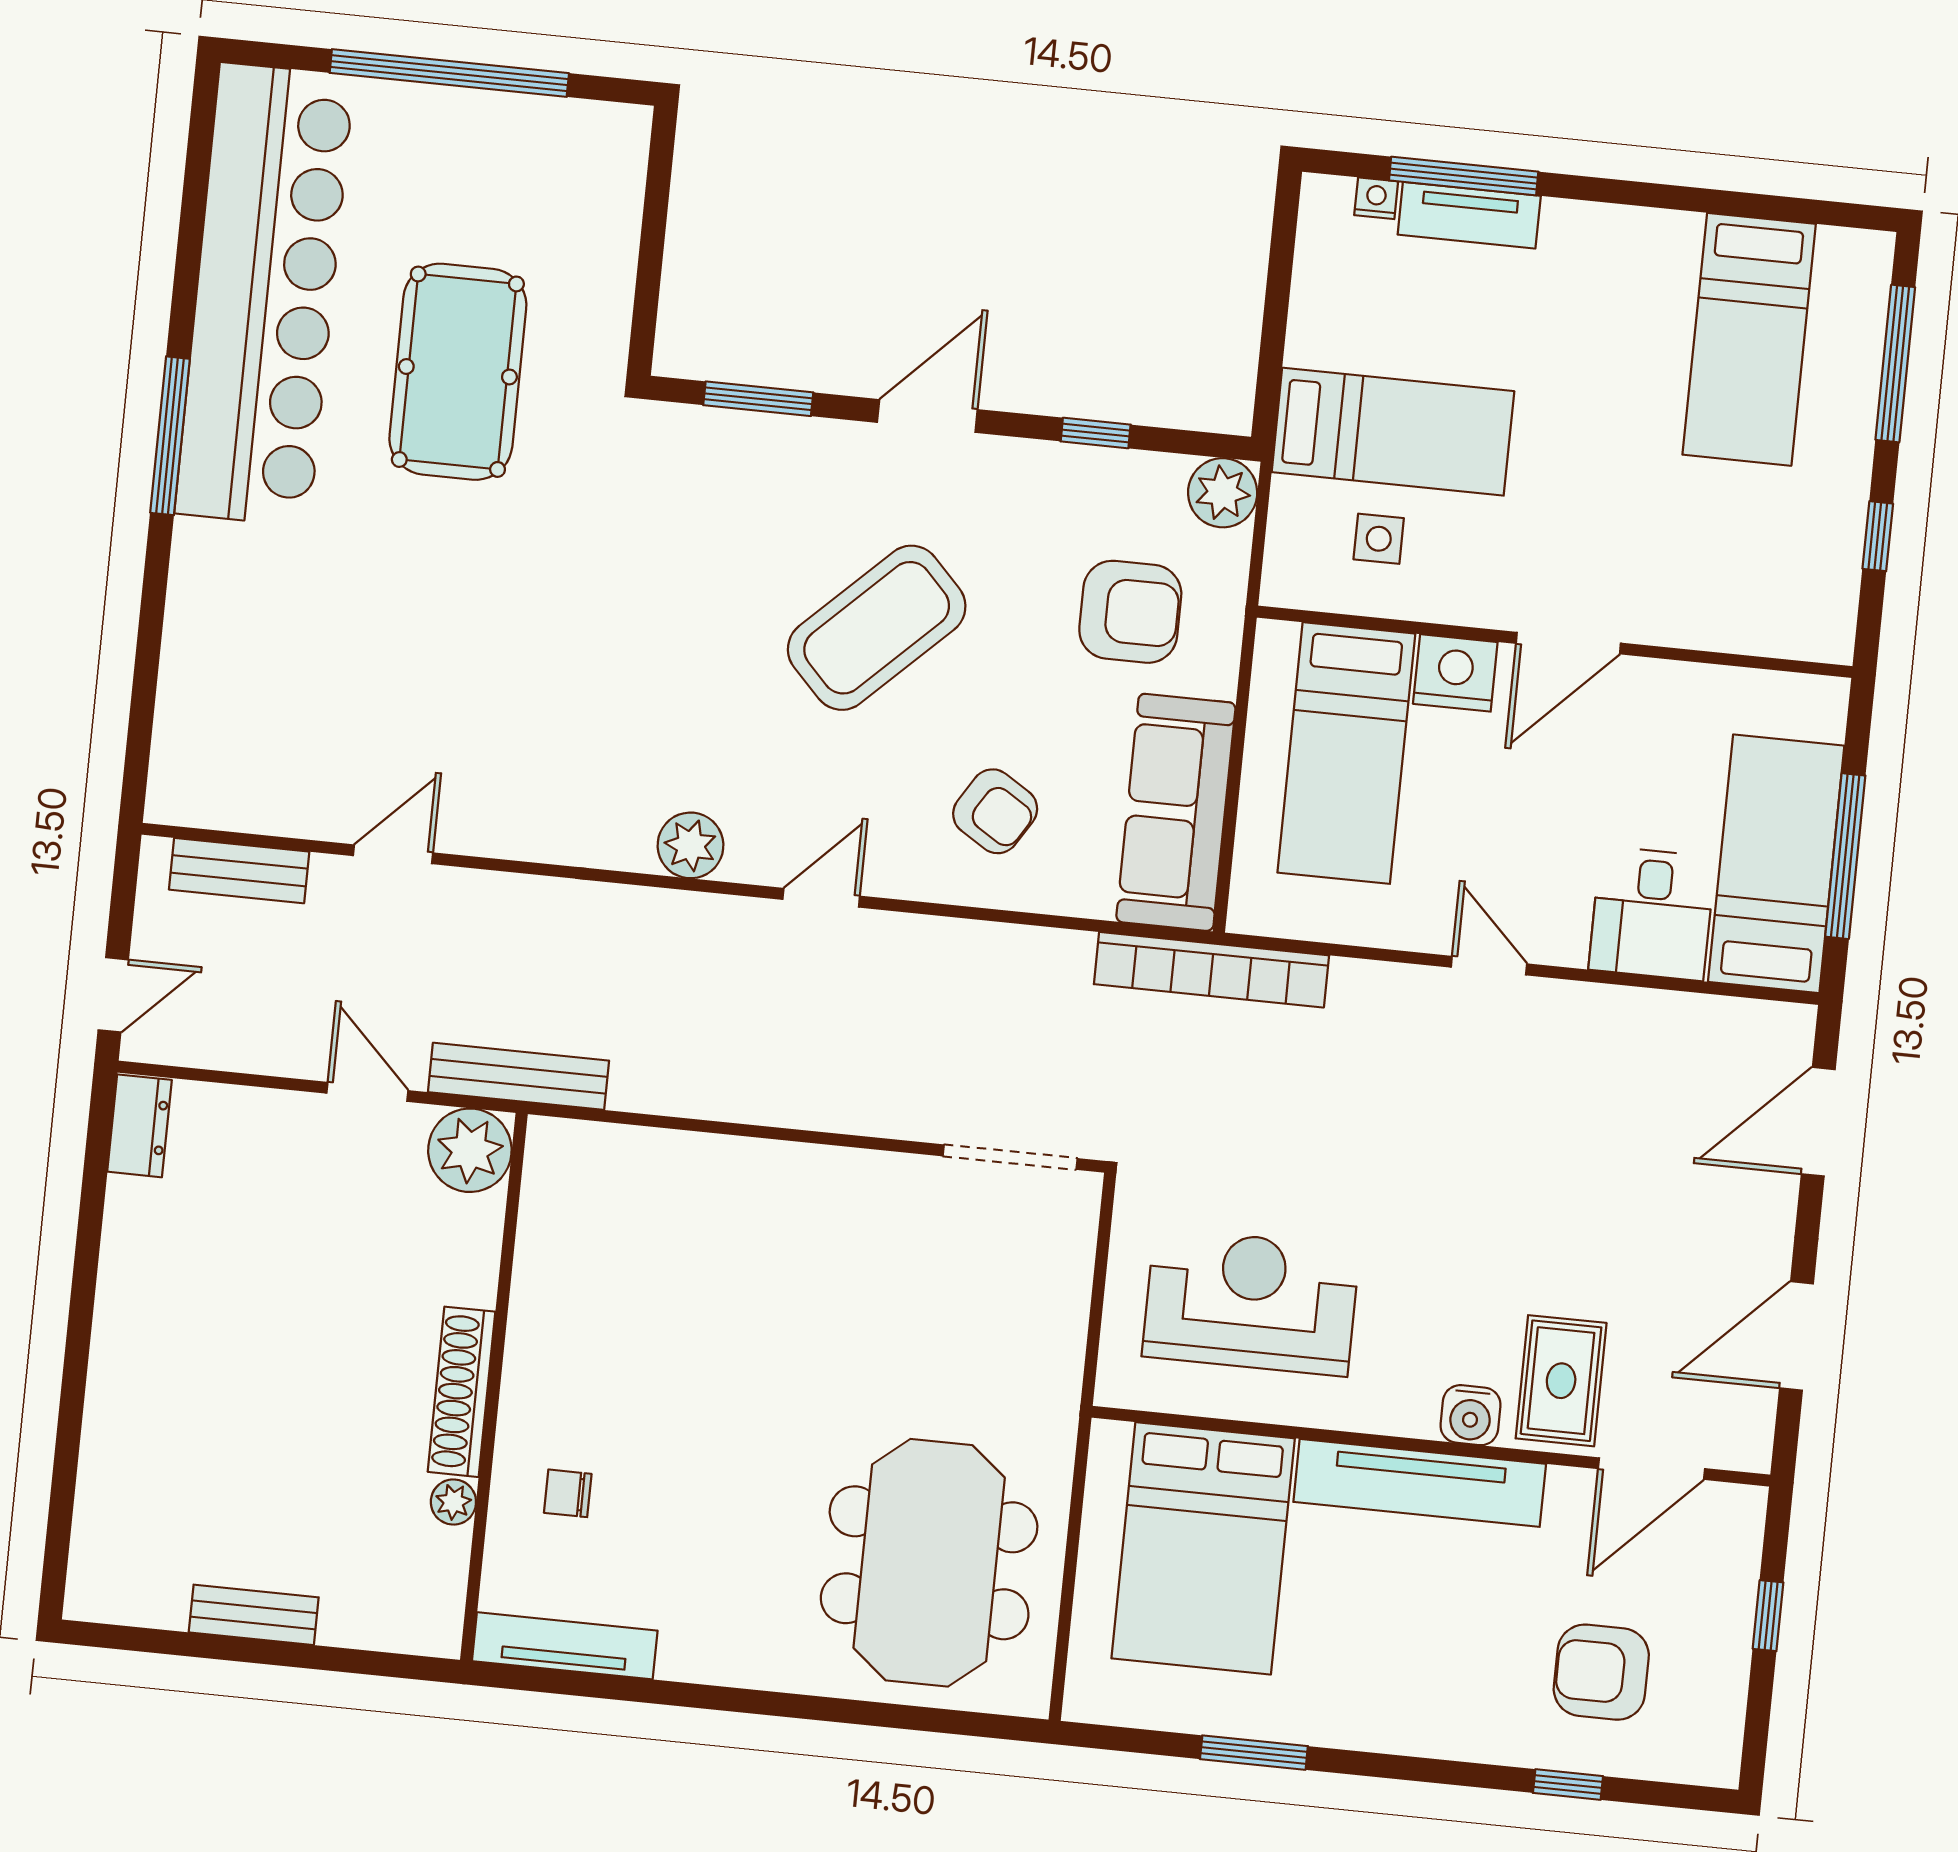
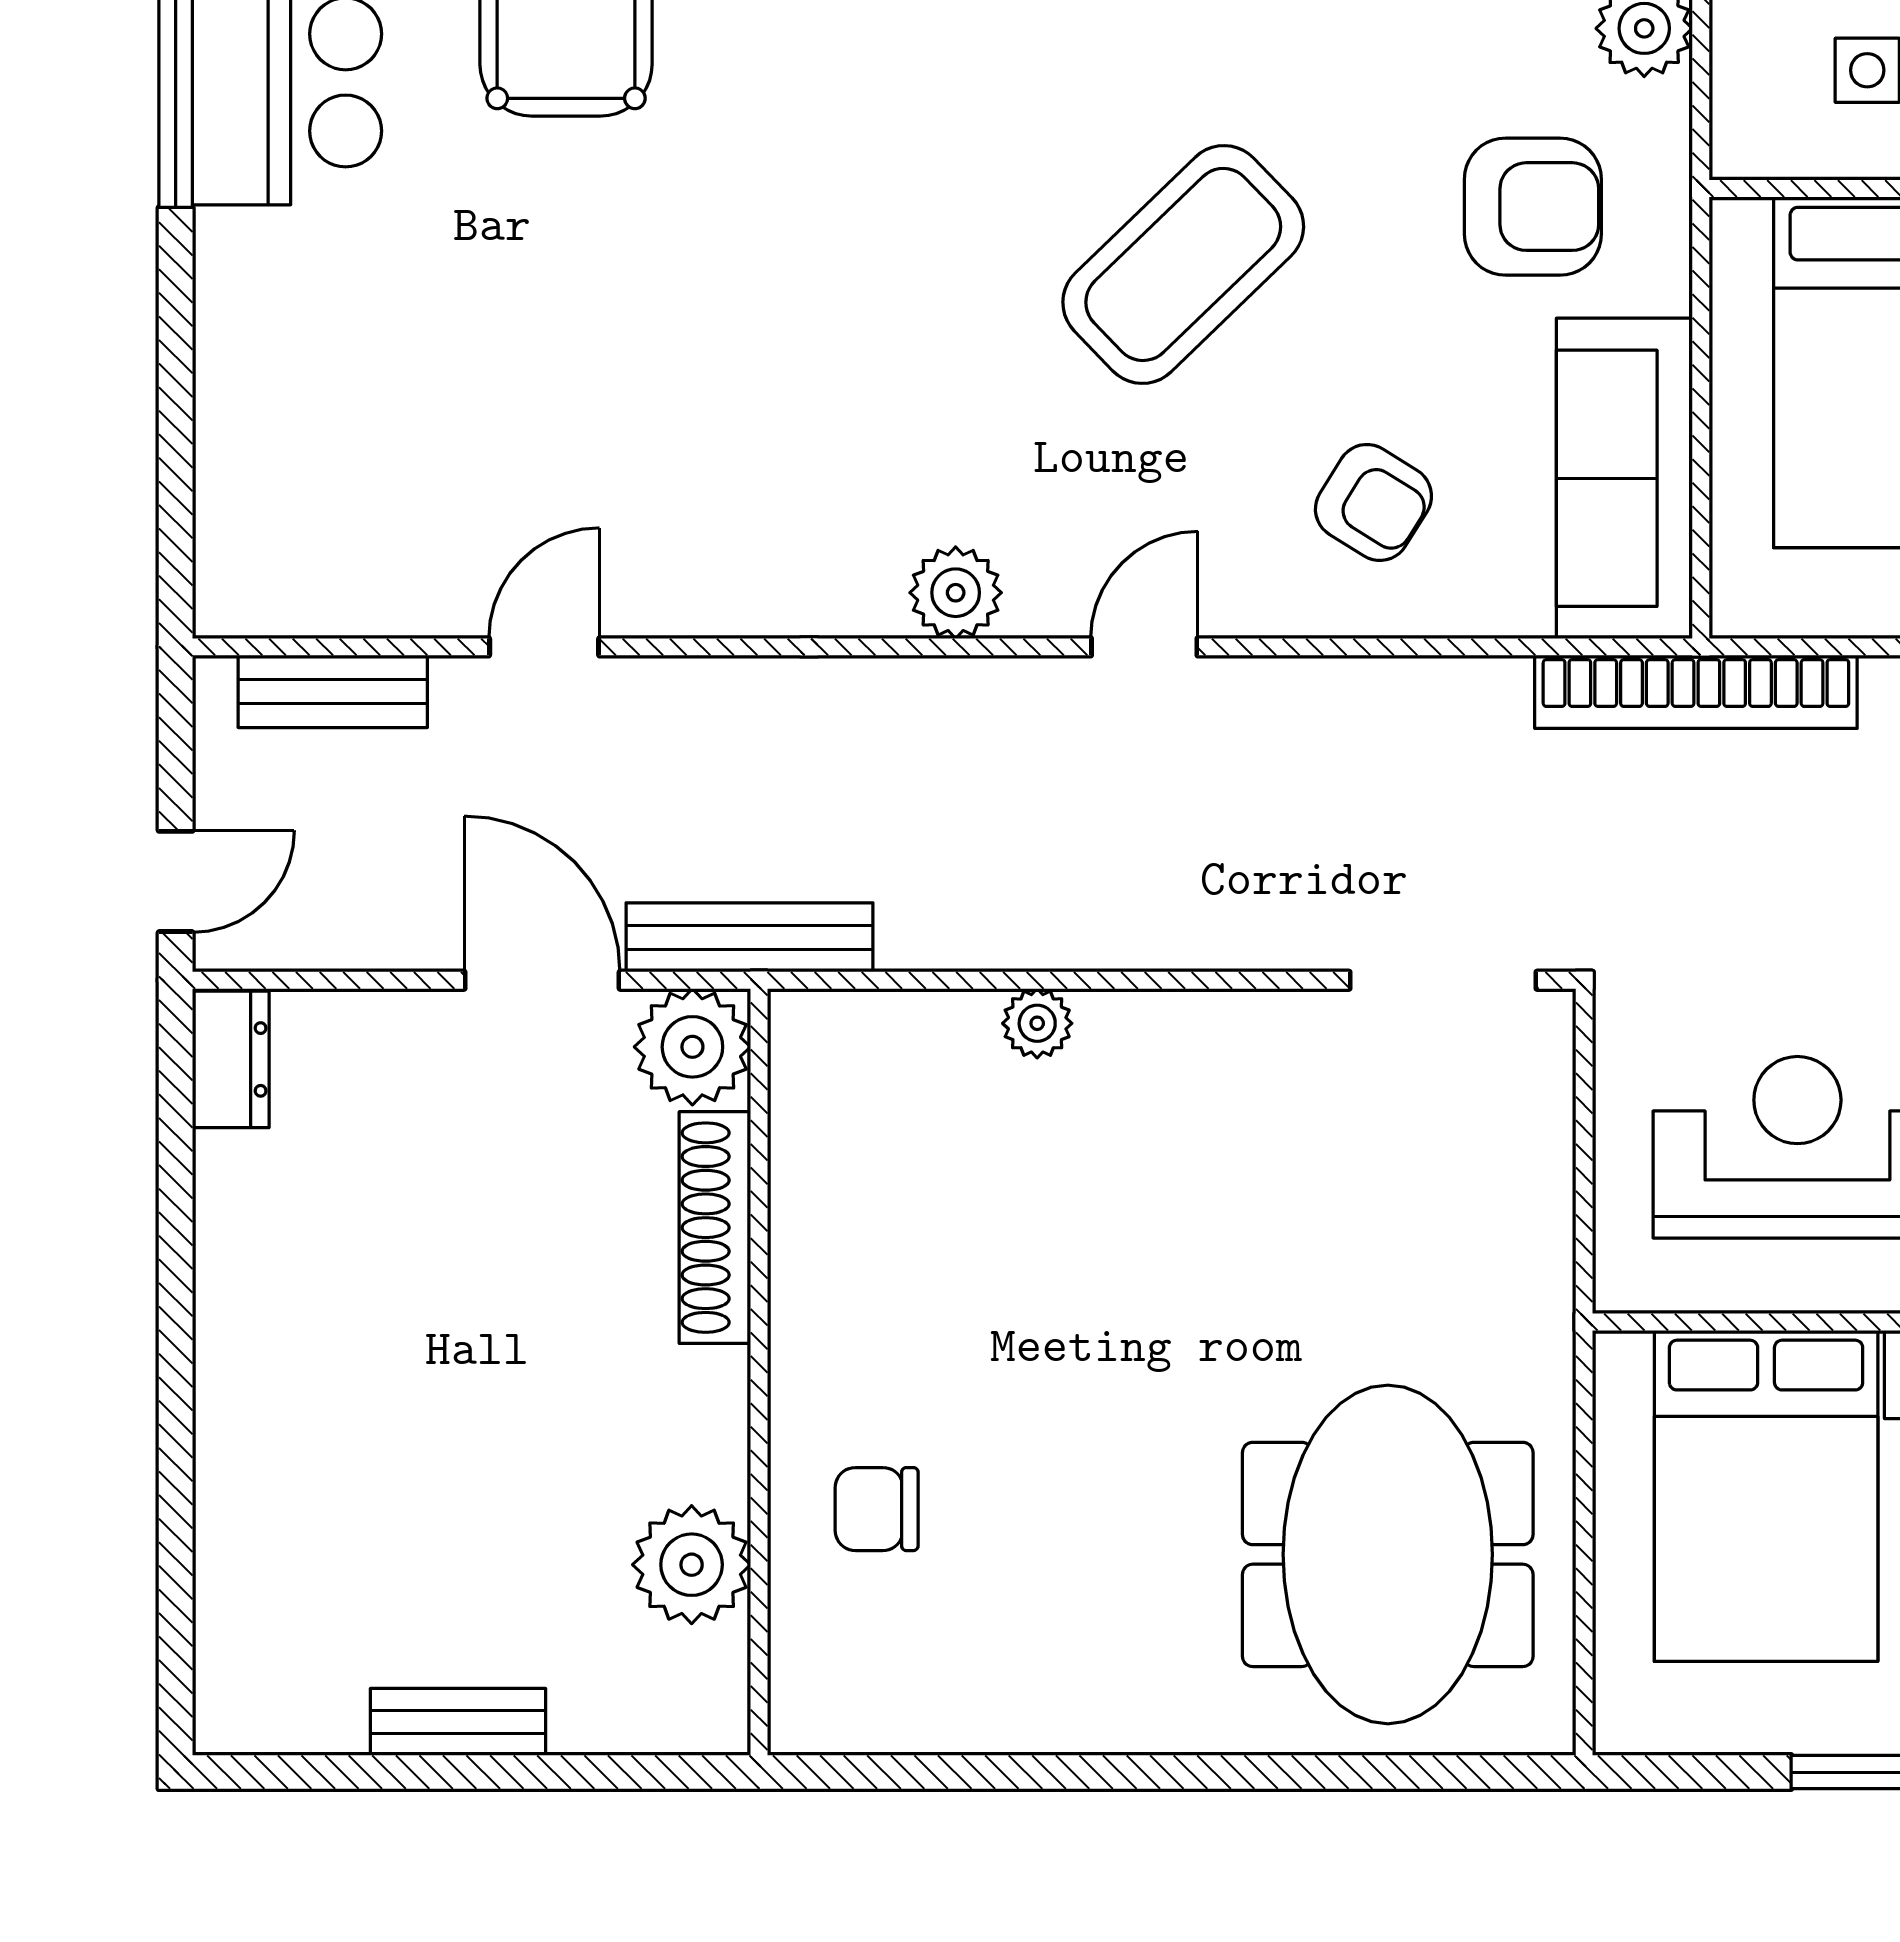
door: (367, 1092) -> (542, 980), width x1.38
plant: (718, 1158) -> (1037, 1023), added
shoe rack: (462, 1392) -> (715, 1228), moved
chair: (568, 1493) -> (877, 1509), width x1.37, depth x1.37
plant: (453, 1502) -> (692, 1565), width x1.88, depth x1.88
tv unit: (565, 1646) -> (894, 1721), removed

